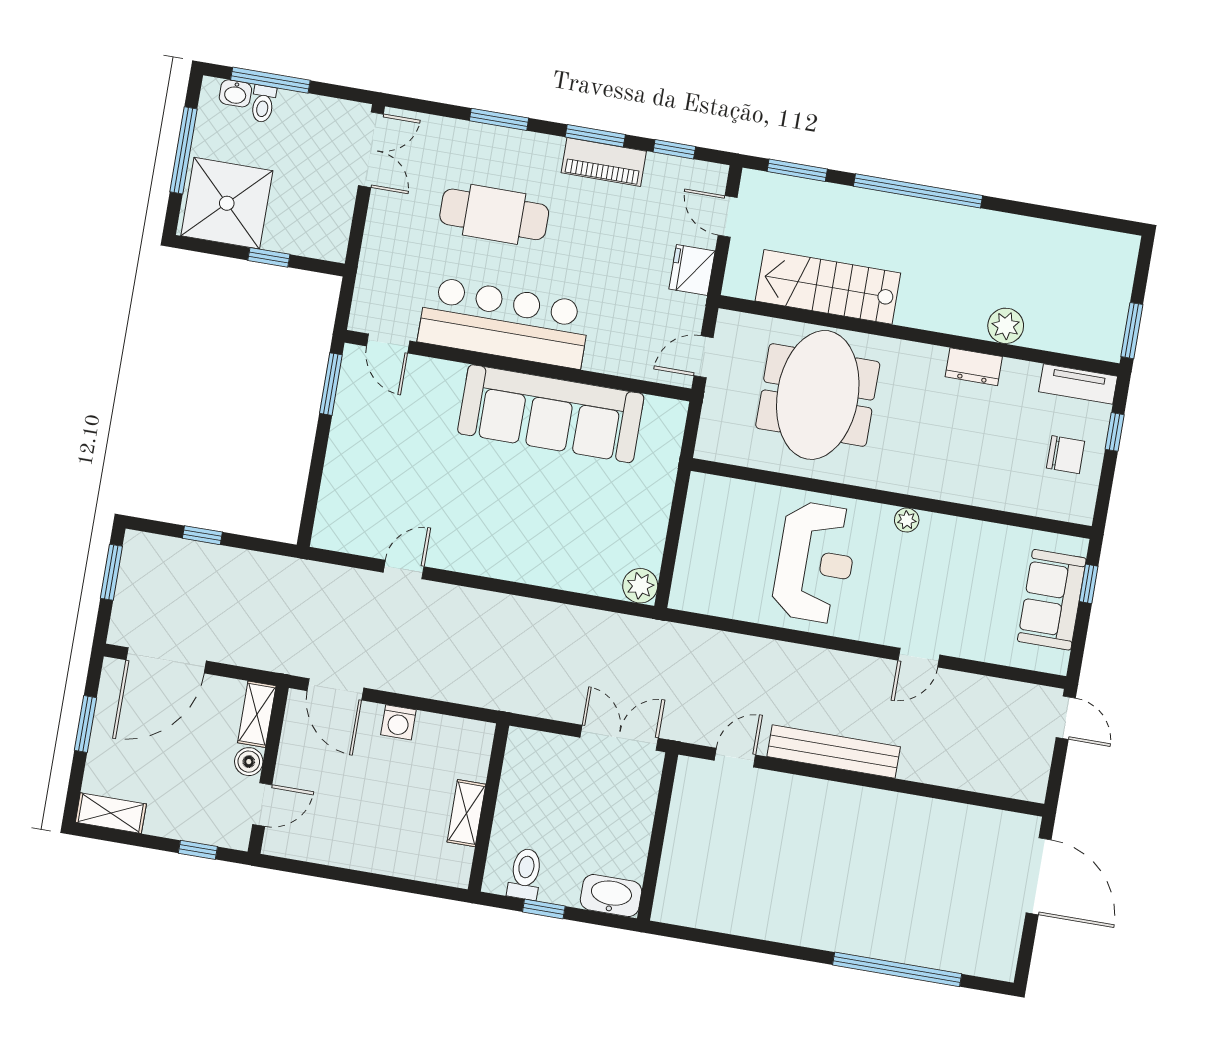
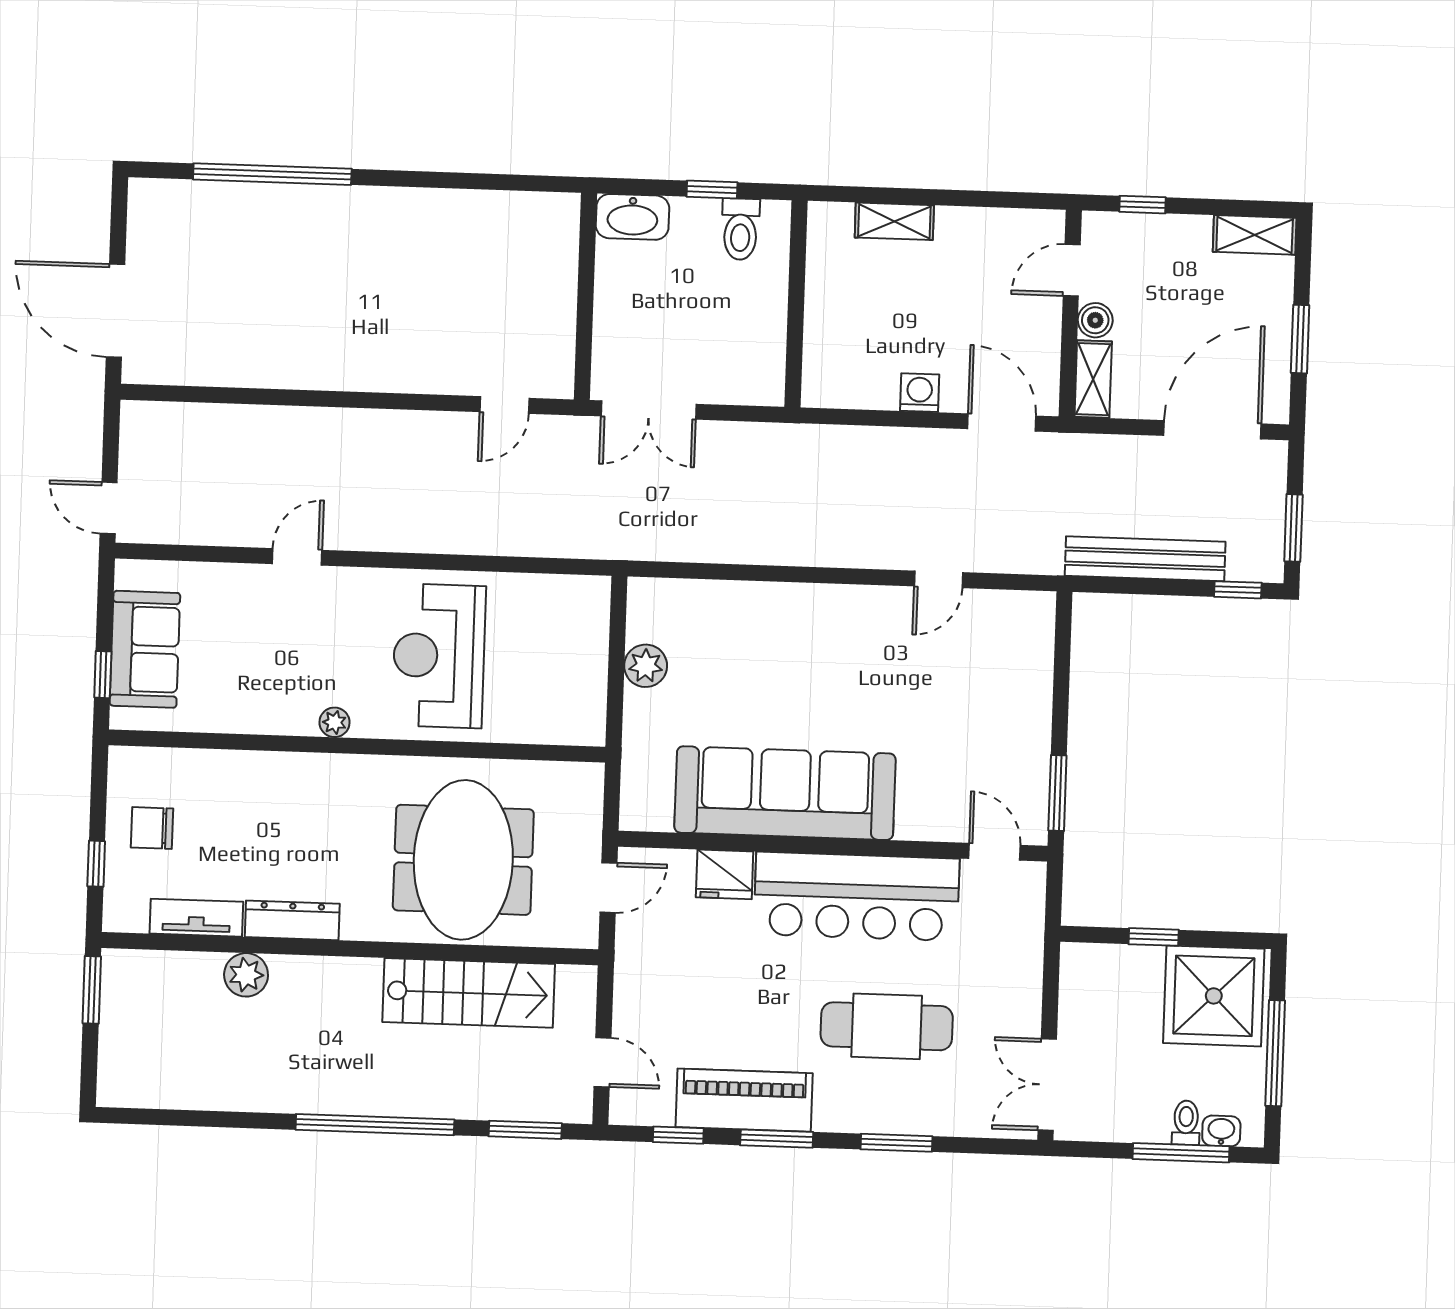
piano: (604, 162) -> (744, 1100), width x1.37, depth x1.33
fridge: (692, 270) -> (725, 874), moved, turned 90
dresser: (974, 367) -> (292, 920), width x1.44
tv unit: (1078, 384) -> (196, 918), moved
window: (202, 535) -> (1238, 590), moved
plant: (640, 586) -> (646, 666), moved
bench: (834, 752) -> (1145, 559), moved
shelving: (466, 813) -> (894, 221), moved, turned 90

